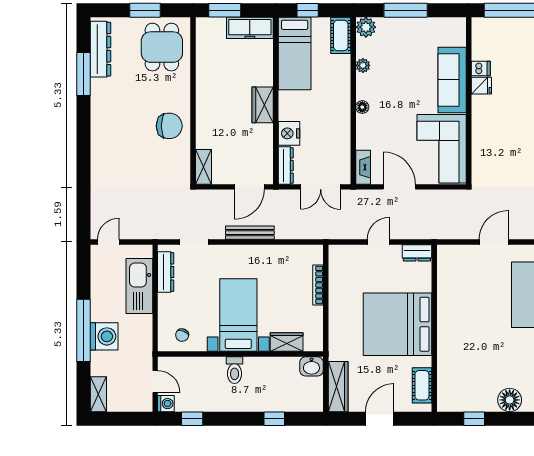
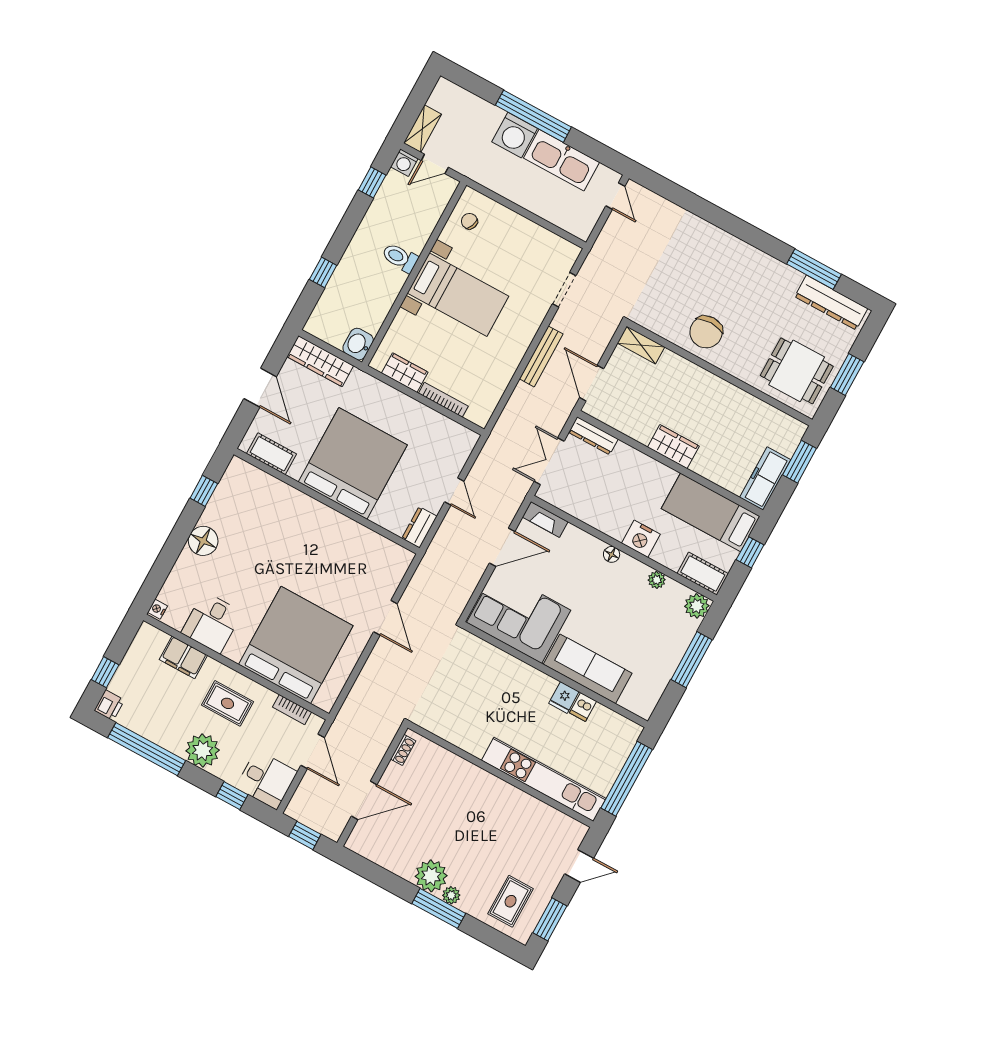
nightstand: (289, 133) -> (641, 539), moved, turned 180
dresser: (166, 272) -> (548, 241), removed
kitchen sink: (139, 286) -> (562, 160), moved, turned 180
wardrobe: (287, 342) -> (405, 373), moved, turned -90
shelving: (98, 394) -> (422, 129), moved, turned 90

